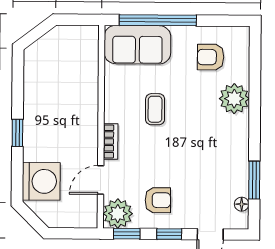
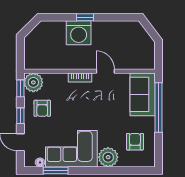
coffee table: (155, 109) -> (101, 106), removed
corner sofa: (221, 155) -> (71, 149), added
door: (101, 180) -> (105, 71), moved
washing machine: (41, 181) -> (79, 33), moved

